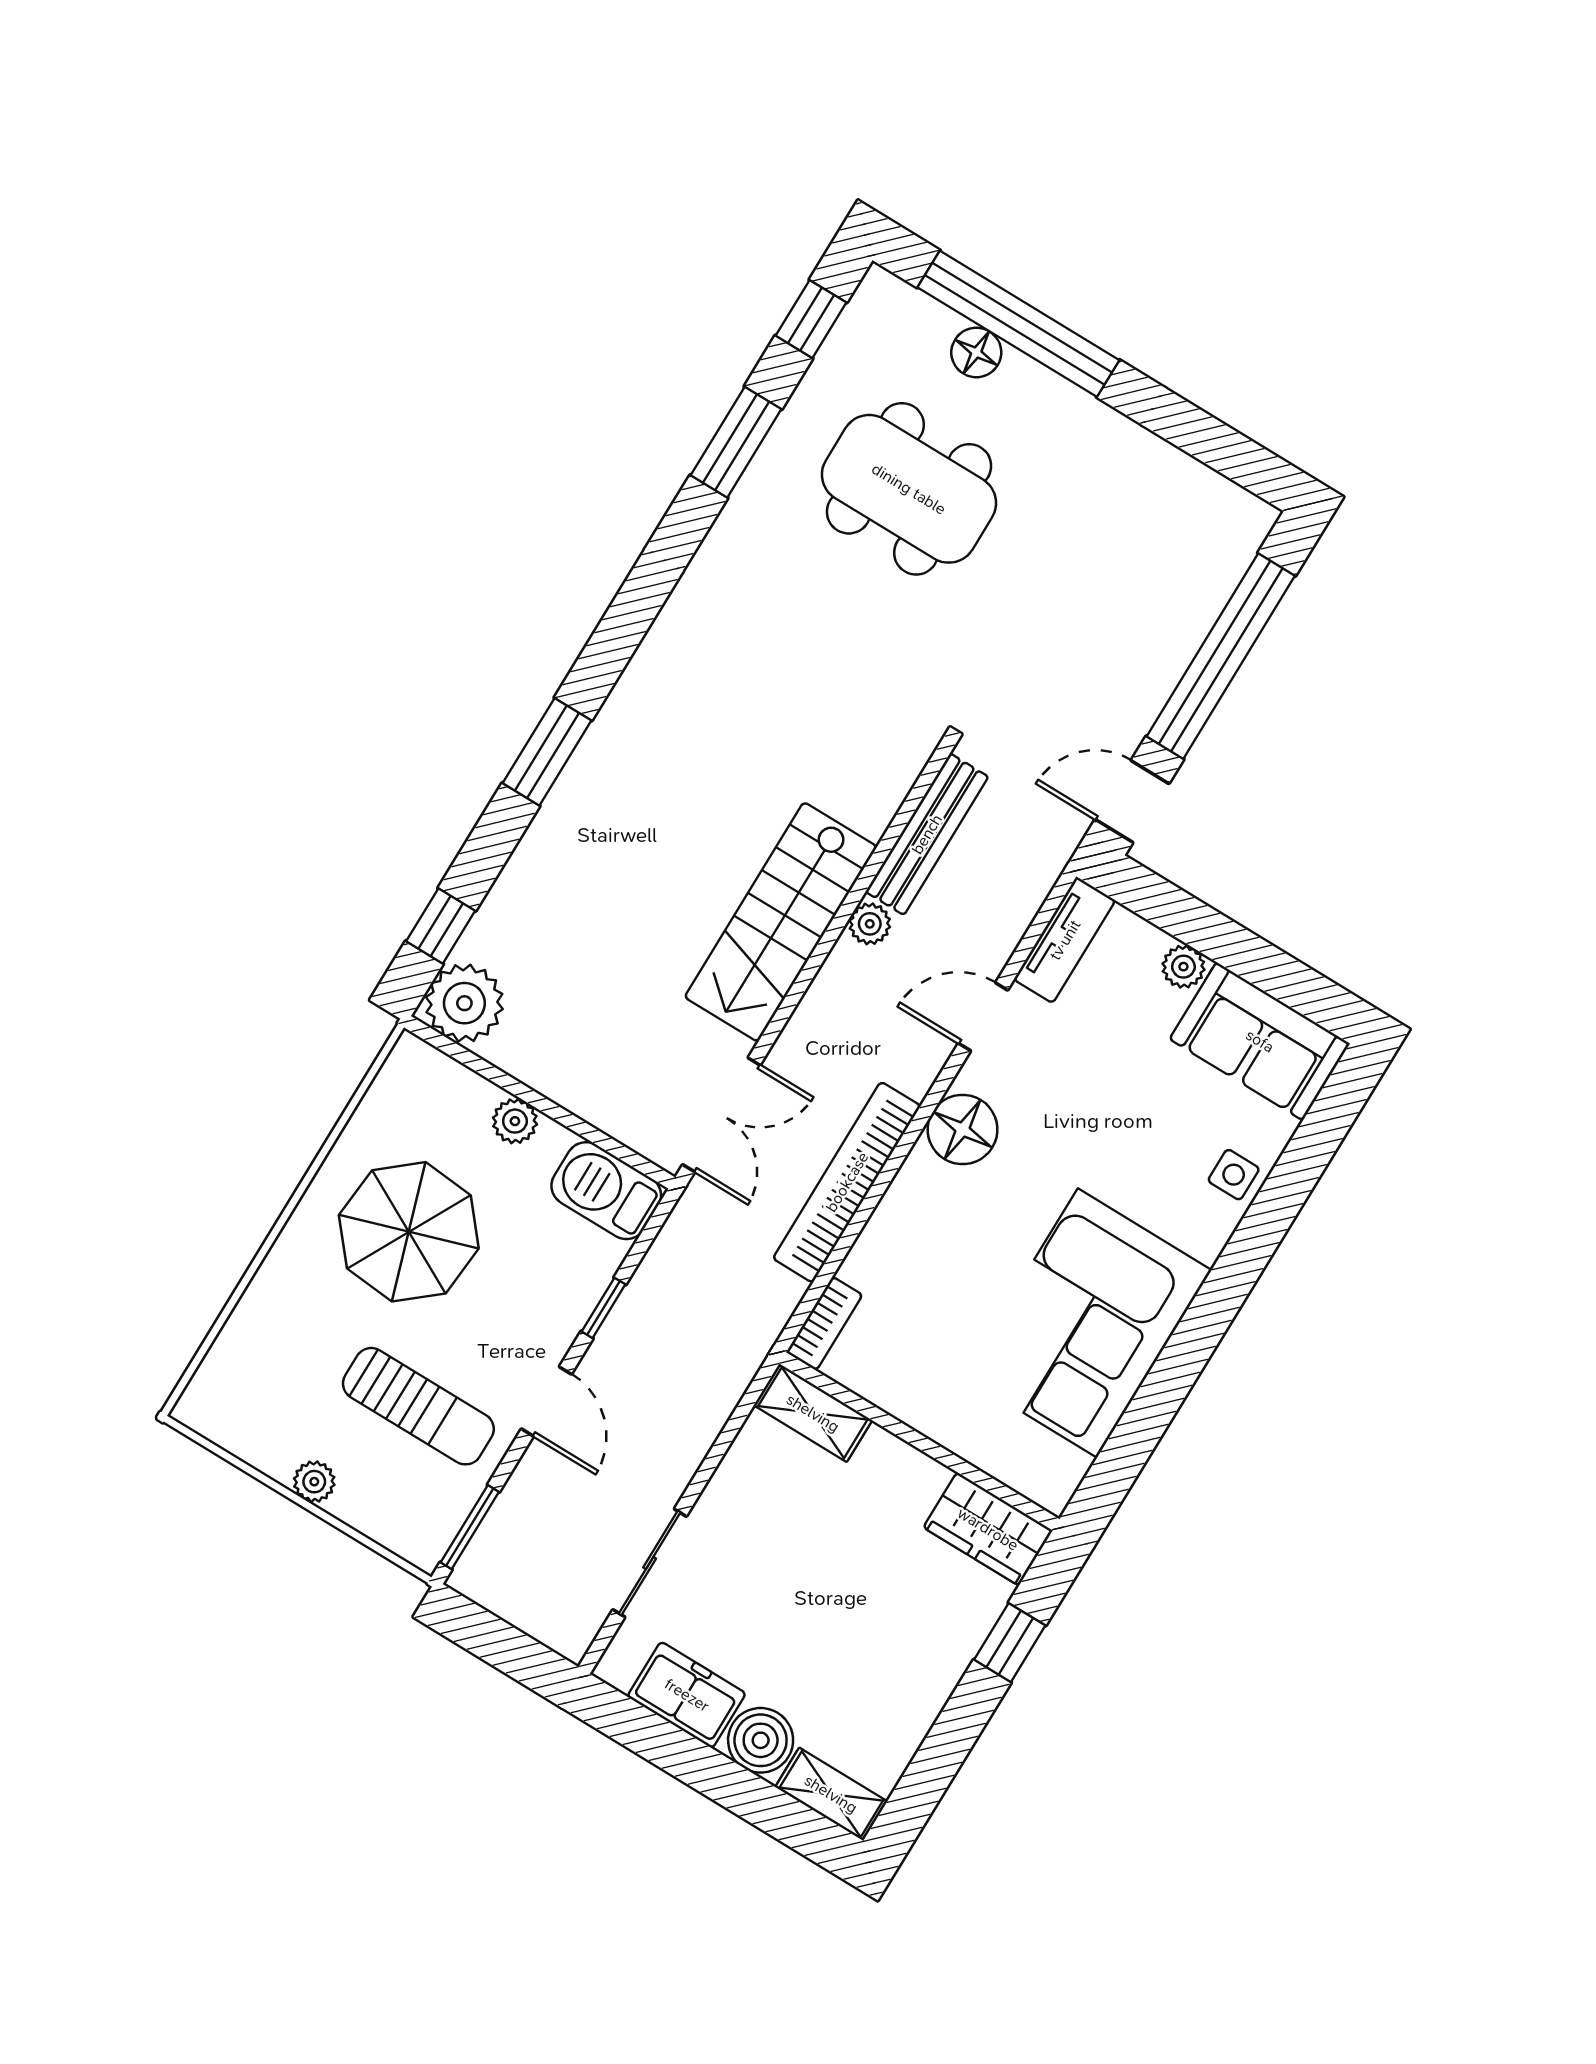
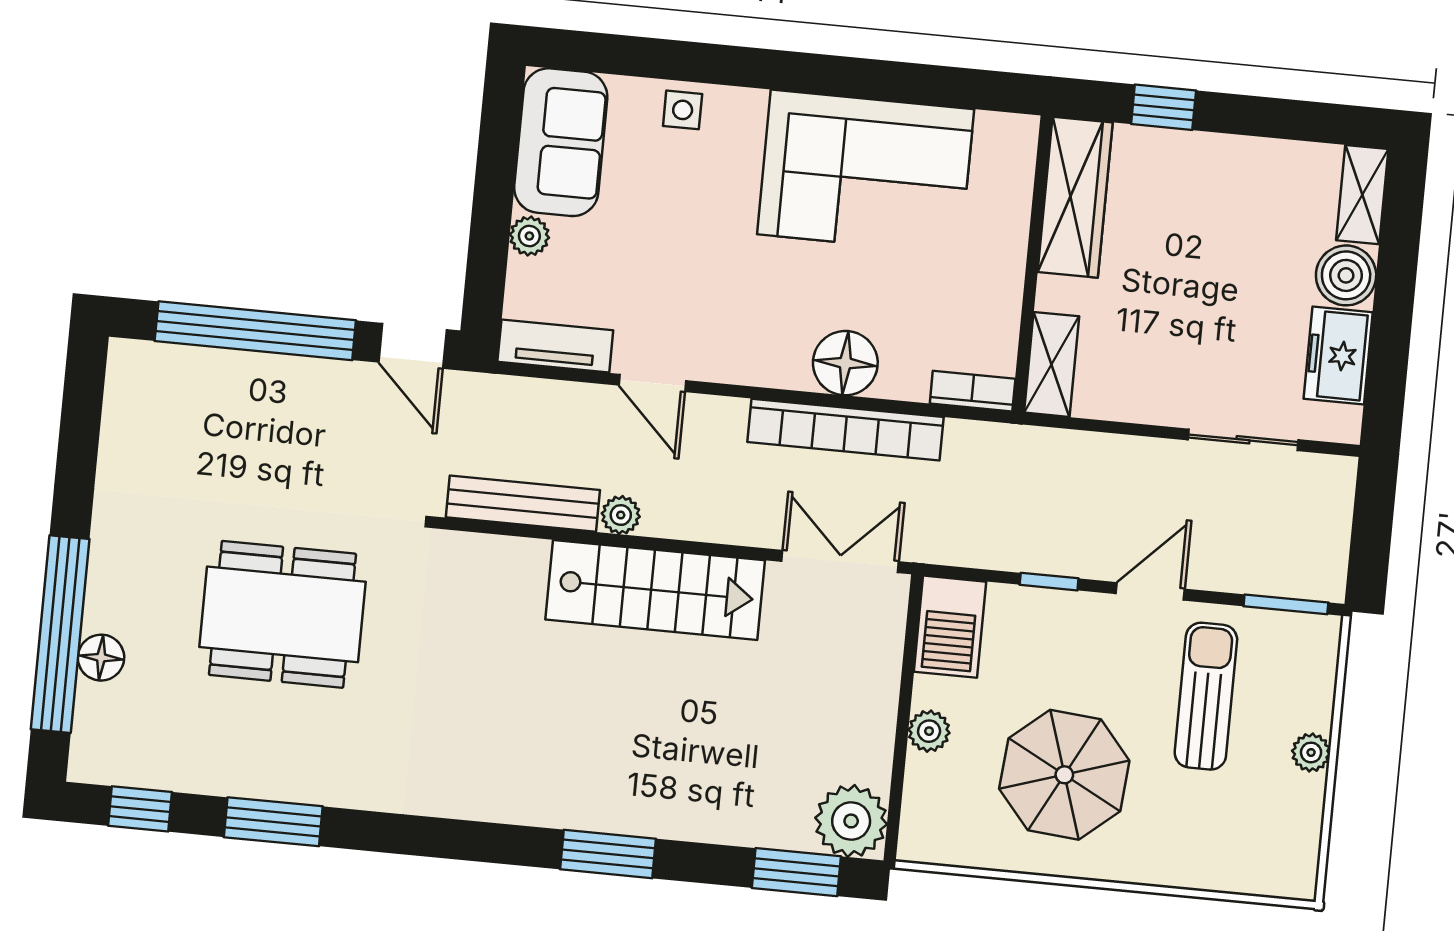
dining table: (909, 489) -> (282, 614), moved, turned 90
window: (441, 926) -> (796, 872), width x1.50
floor lamp: (963, 1129) -> (845, 363), moved
wardrobe: (988, 1529) -> (1075, 197), width x1.50

